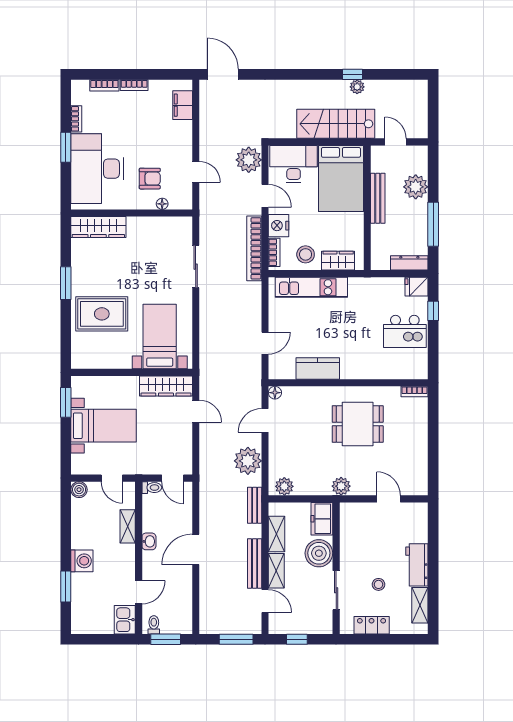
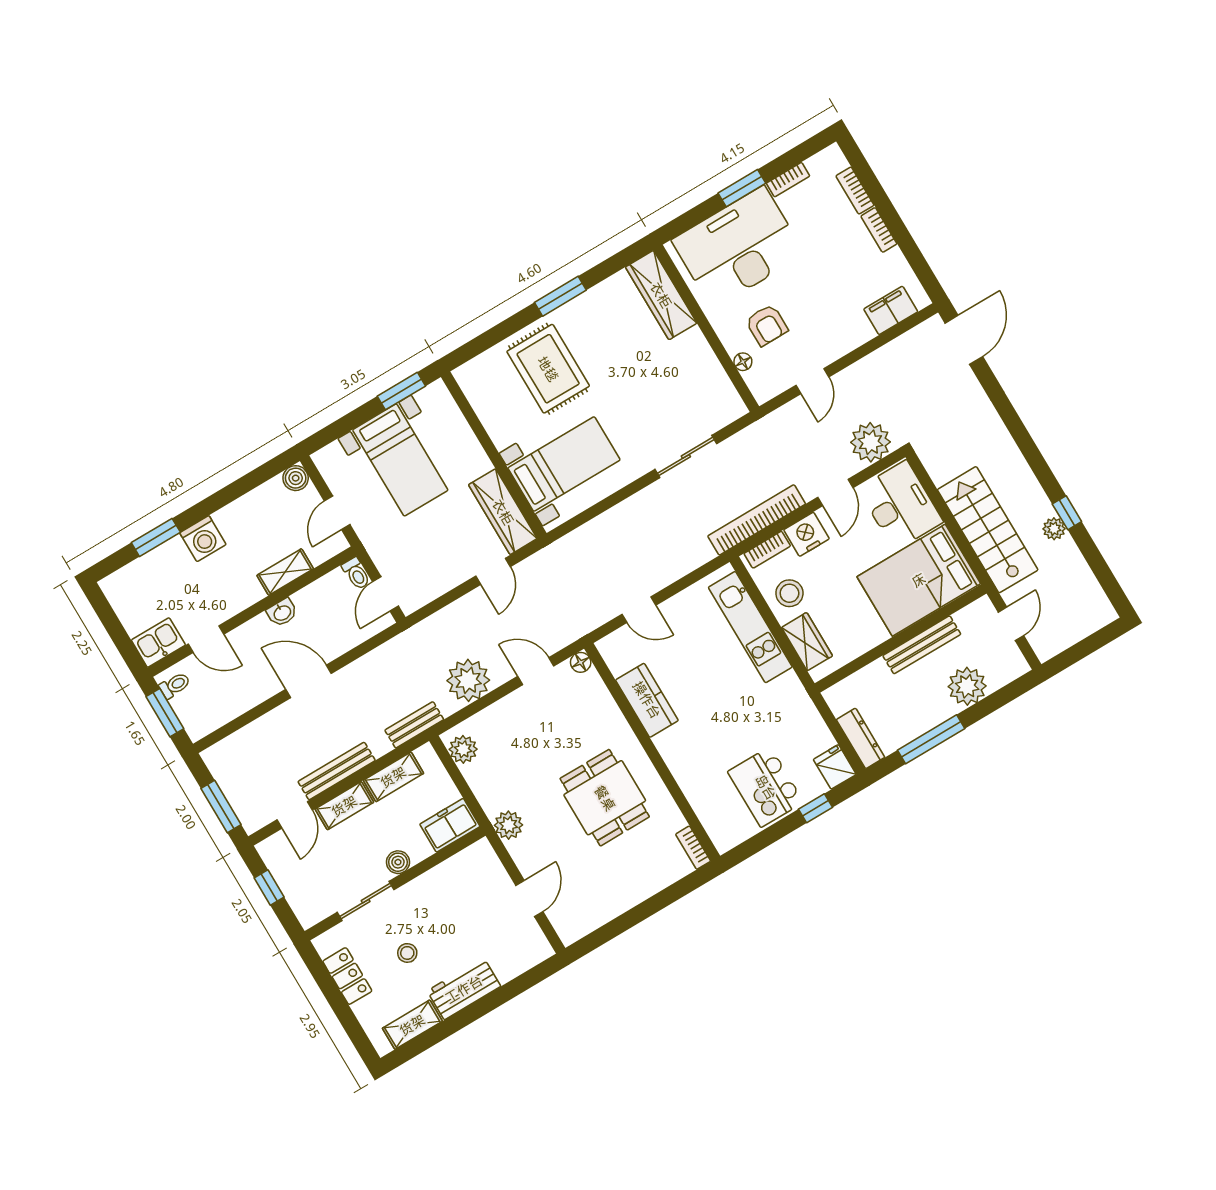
boiler: (319, 553) -> (398, 862), width x0.54, depth x0.54

